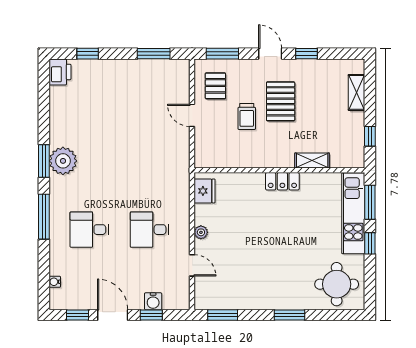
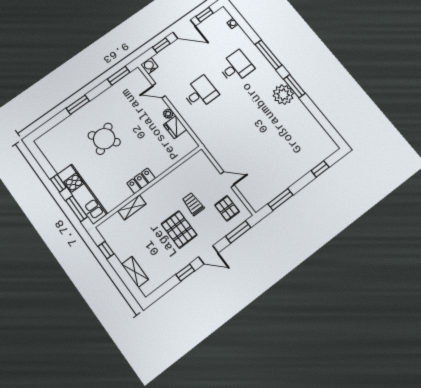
printer: (60, 72) -> (328, 145), removed
fridge: (205, 191) -> (175, 127), moved
round table: (337, 284) -> (104, 139), moved, turned -37
water cooler: (153, 301) -> (149, 66), moved

